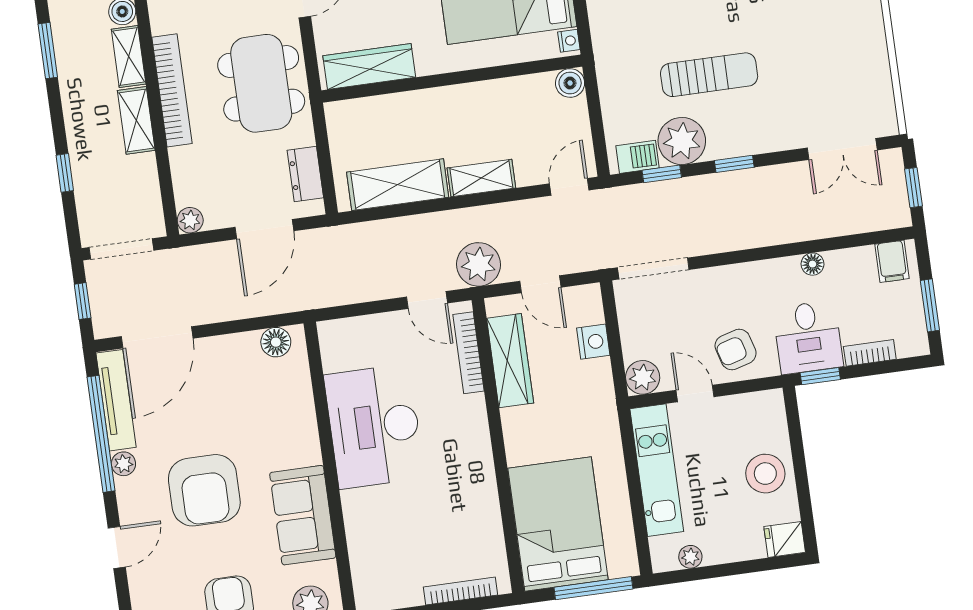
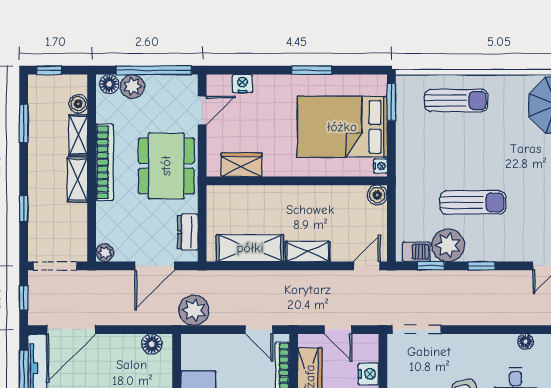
wardrobe: (369, 66) -> (242, 165), width x0.67
plant: (479, 264) -> (194, 310), moved

